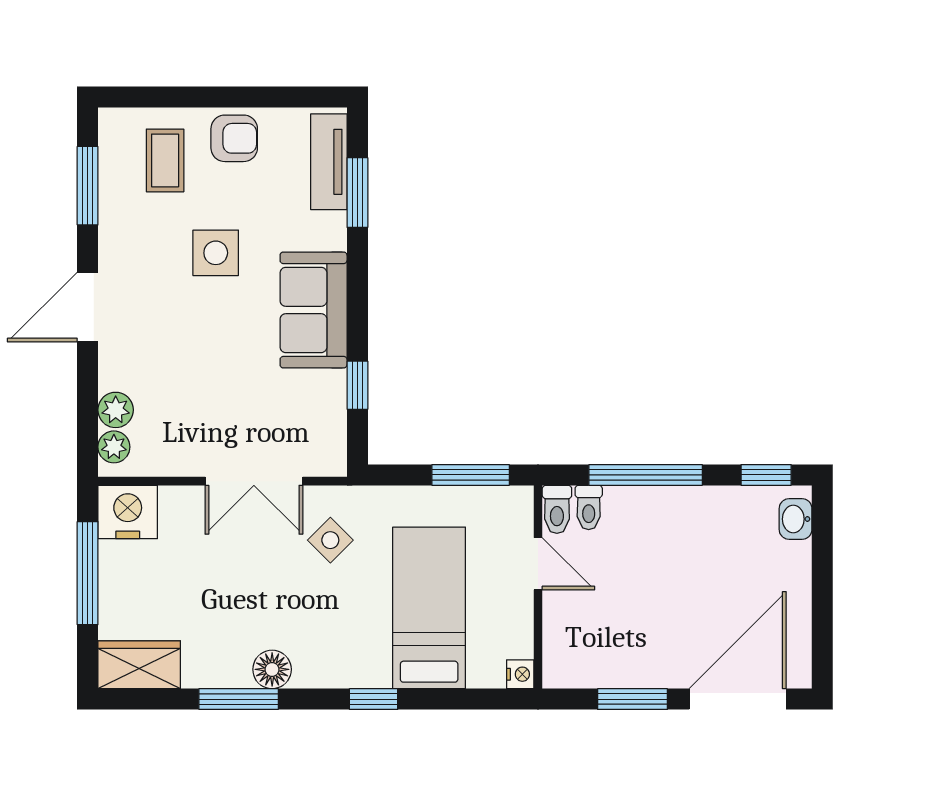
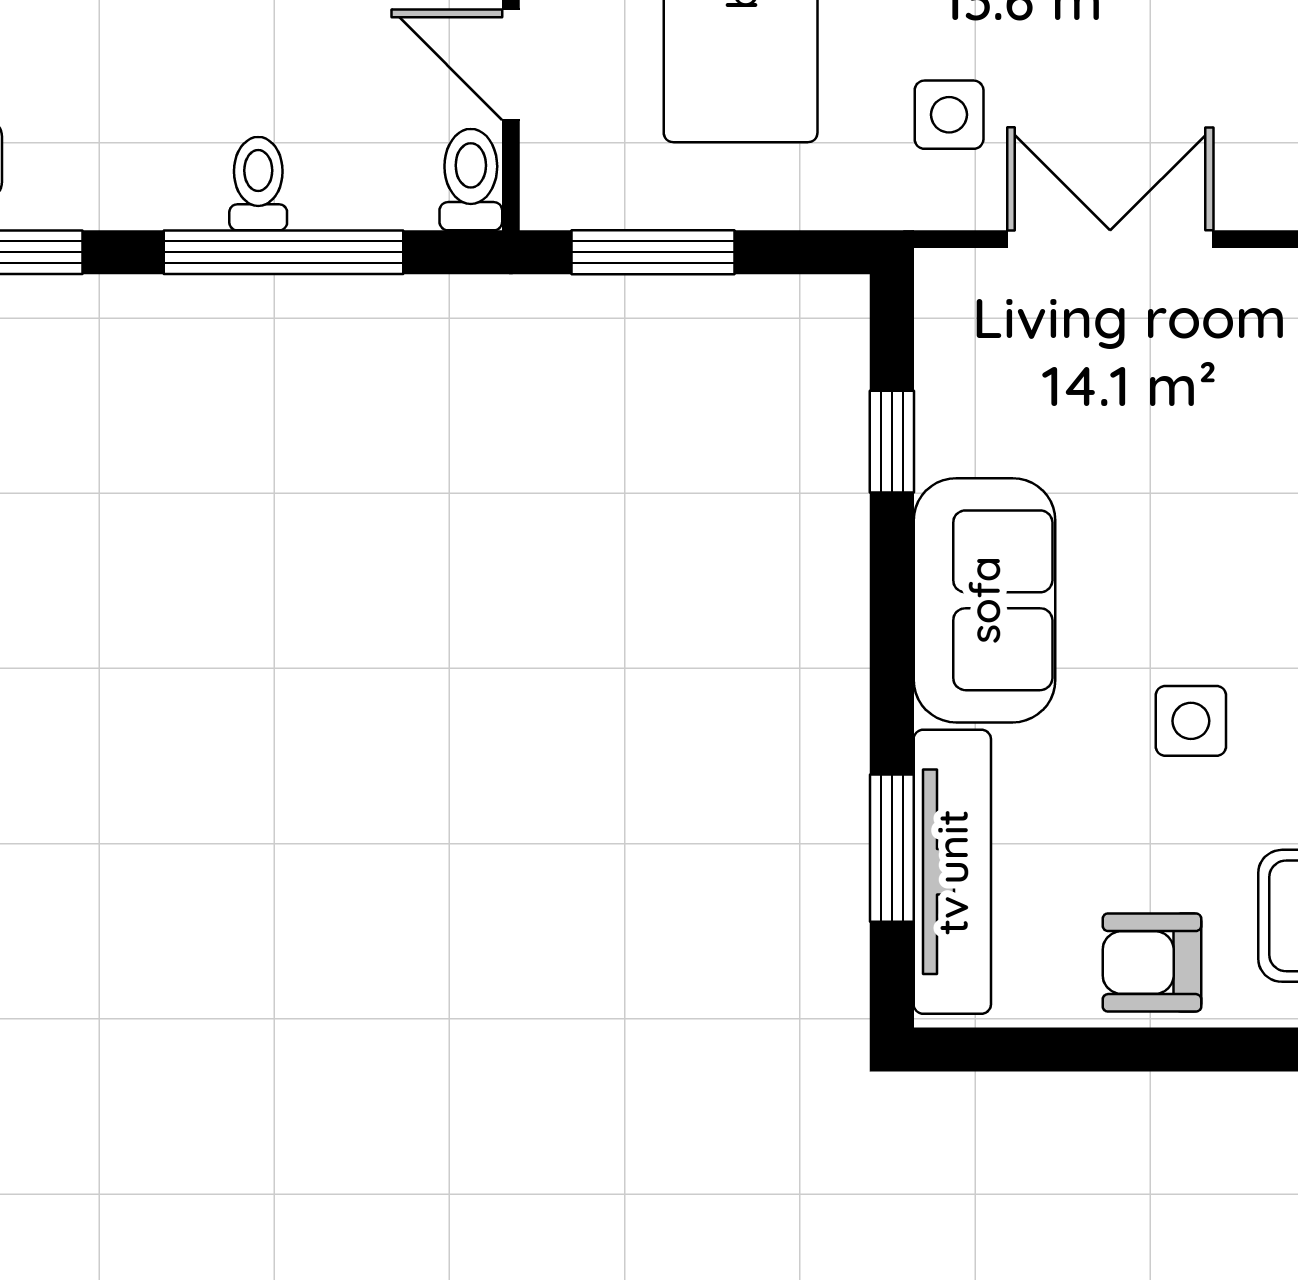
tv unit: (329, 162) -> (952, 872), width x1.41
side table: (216, 253) -> (1191, 721), width x0.73, depth x0.73
toilet: (589, 507) -> (258, 184), moved
side table: (330, 540) -> (949, 115), turned 45

